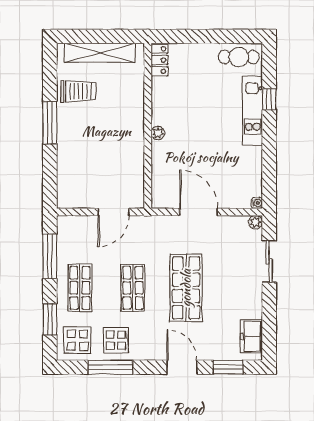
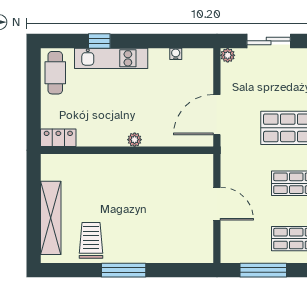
locker: (160, 60) -> (58, 138), moved
wall: (148, 126) -> (127, 150), moved
plant: (158, 133) -> (135, 140), moved
water cooler: (257, 203) -> (176, 54), moved

